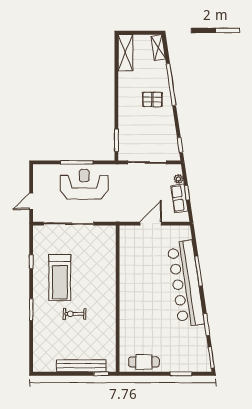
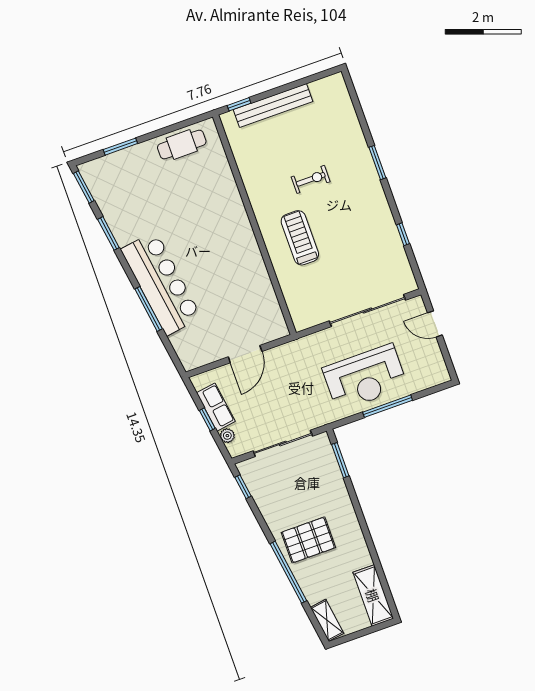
pallet: (152, 99) -> (308, 540), width x1.50, depth x1.42
door: (31, 201) -> (435, 324), swing flipped
treadmill: (60, 278) -> (300, 238), moved, width x0.73, depth x0.73
bar counter: (186, 284) -> (161, 283), width x0.73

